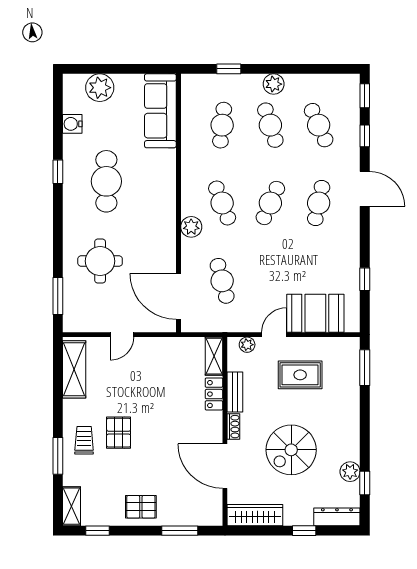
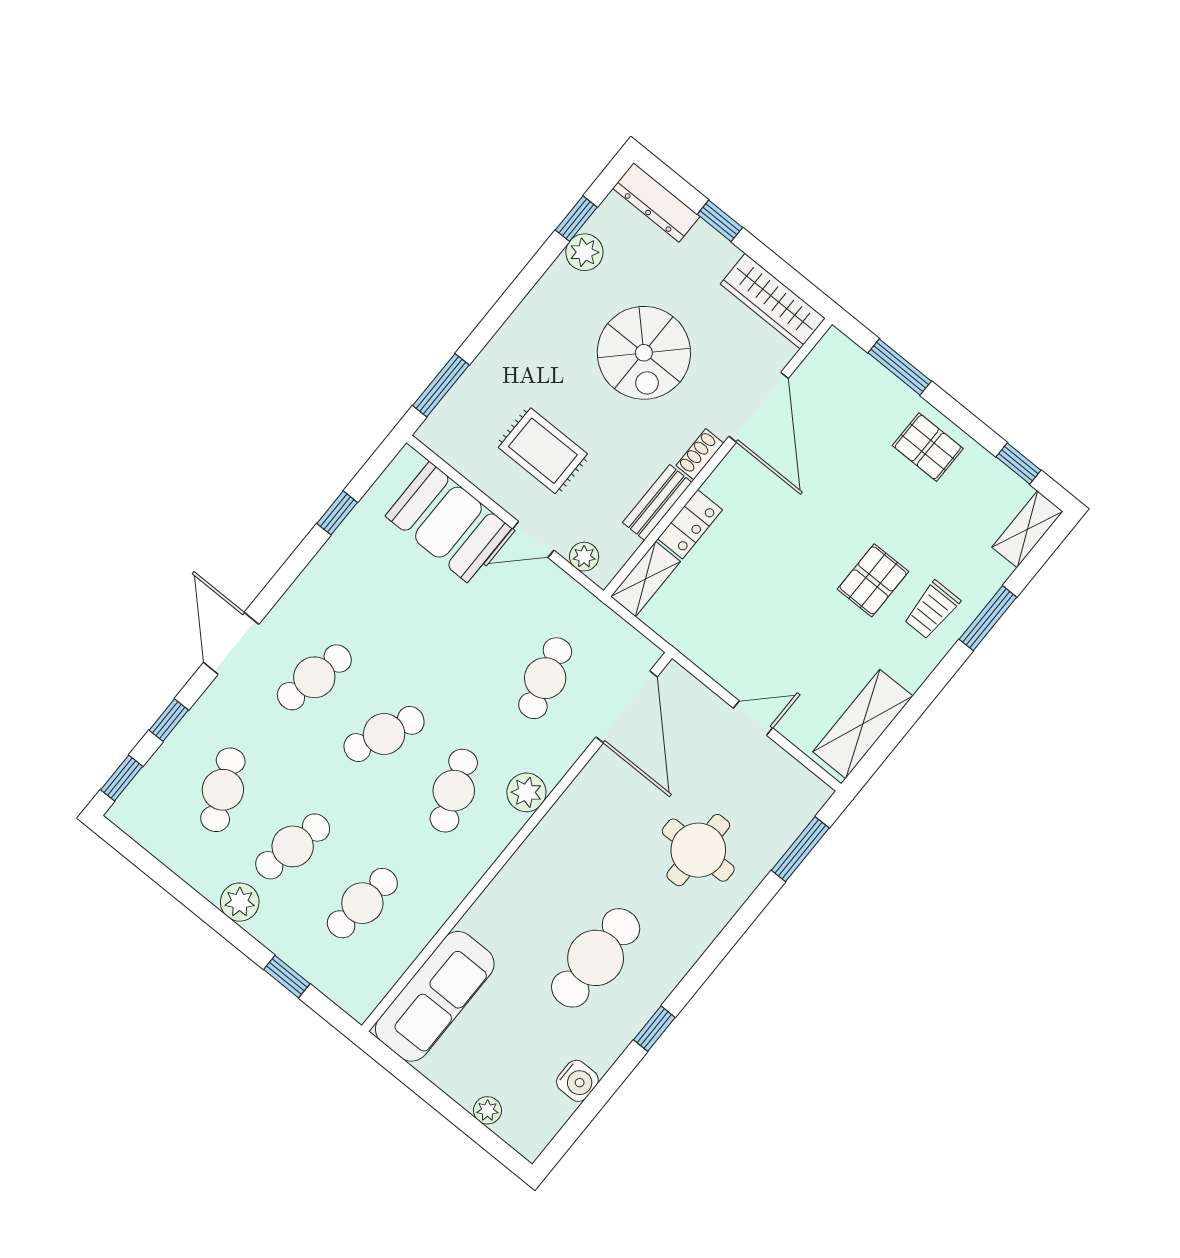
plant: (100, 88) -> (487, 1110), width x0.53, depth x0.53
cafe table: (270, 125) -> (293, 846), turned 30
spiral stairs: (291, 450) -> (644, 353), turned 90

